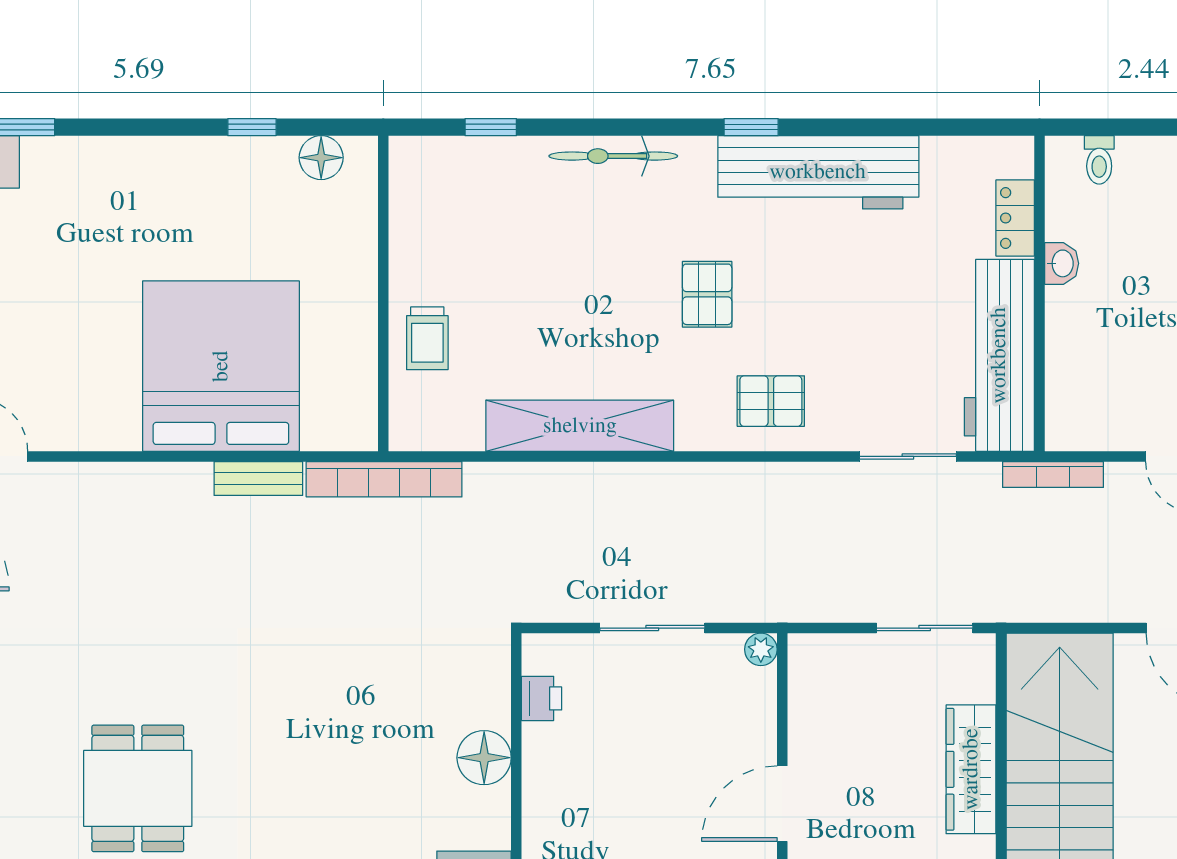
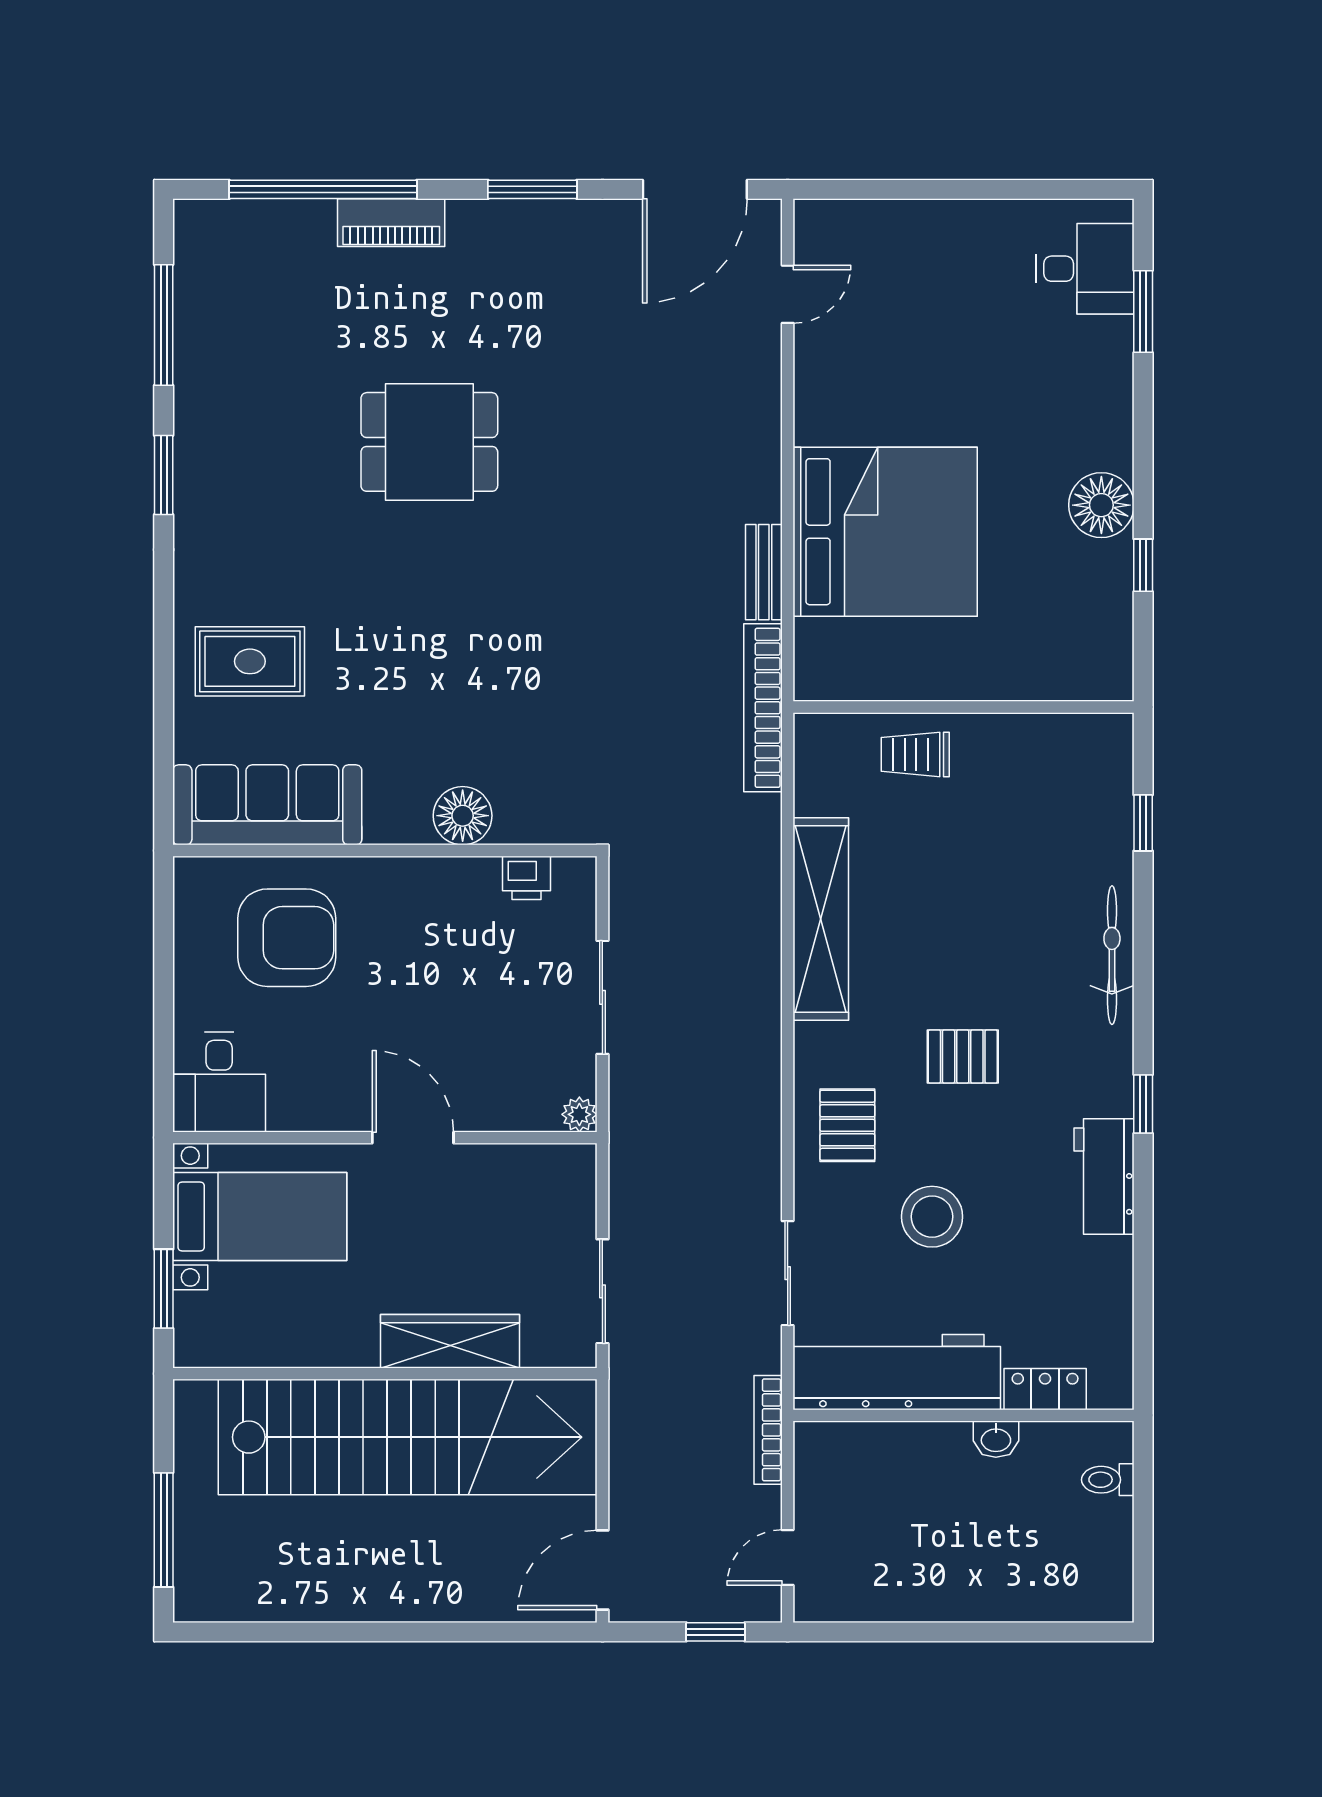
floor lamp: (321, 158) -> (1101, 505), moved, width x1.38, depth x1.38
workbench: (818, 172) -> (1104, 1177), width x0.53, depth x0.76
stool: (855, 323) -> (932, 1217), added

